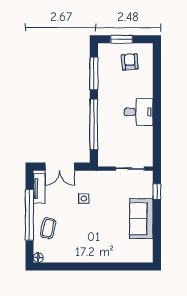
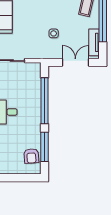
window: (122, 39) -> (19, 178), removed
armchair: (130, 62) -> (31, 156), moved

